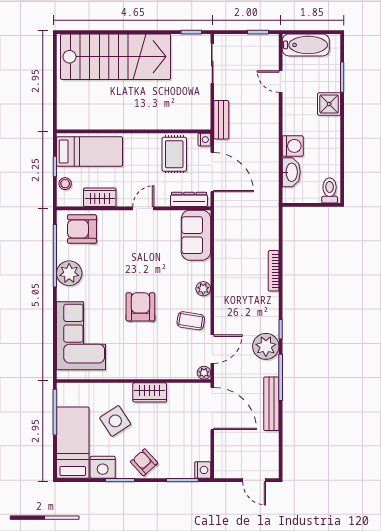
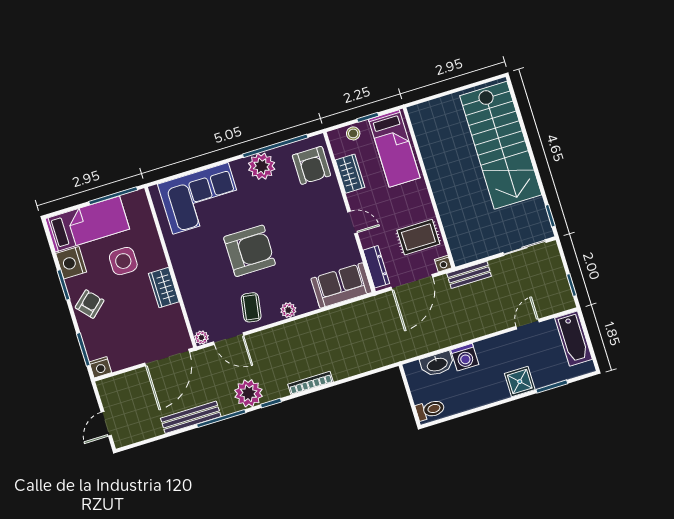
armchair: (82, 229) -> (311, 165), turned 180
bookcase: (274, 271) -> (311, 383), moved
armchair: (140, 307) -> (250, 251), width x1.36, depth x1.36
side table: (115, 421) -> (123, 261), turned 33

